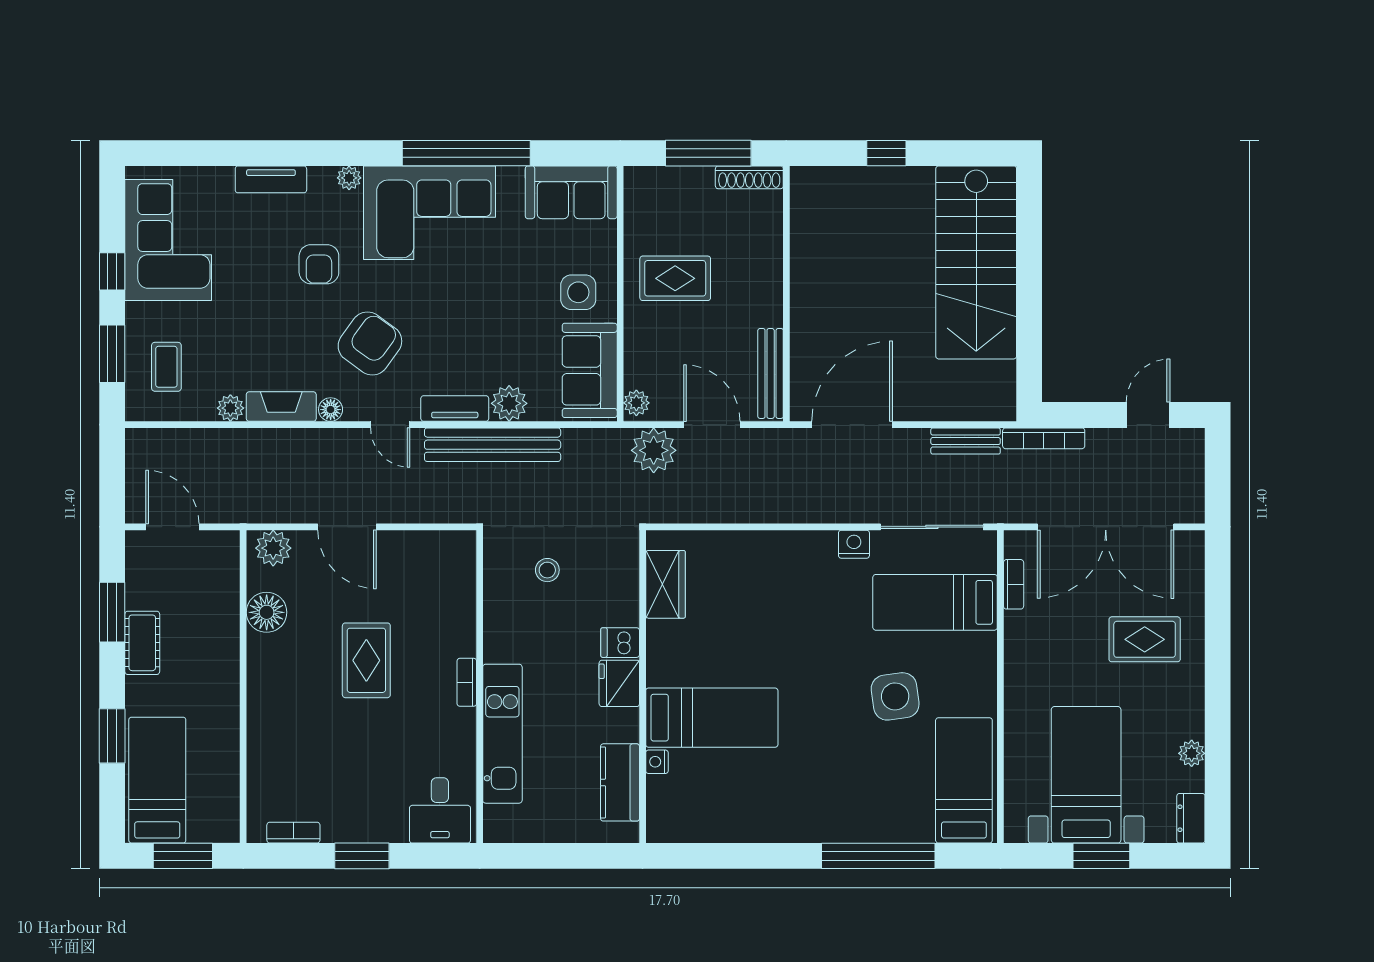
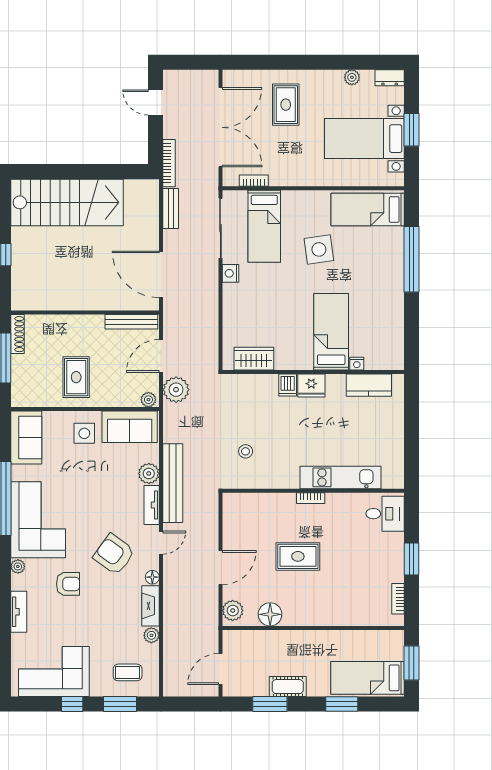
wardrobe: (666, 584) -> (254, 359), moved
dishwasher: (620, 643) -> (288, 385), moved
fridge: (619, 683) -> (311, 385), moved
wall: (643, 687) -> (313, 372), moved
bed: (712, 718) -> (331, 332), moved
nightstand: (657, 762) -> (357, 364), moved
kitchen counter: (620, 782) -> (369, 385), moved

